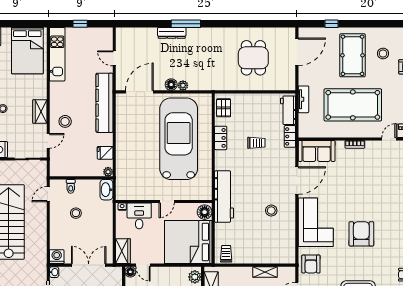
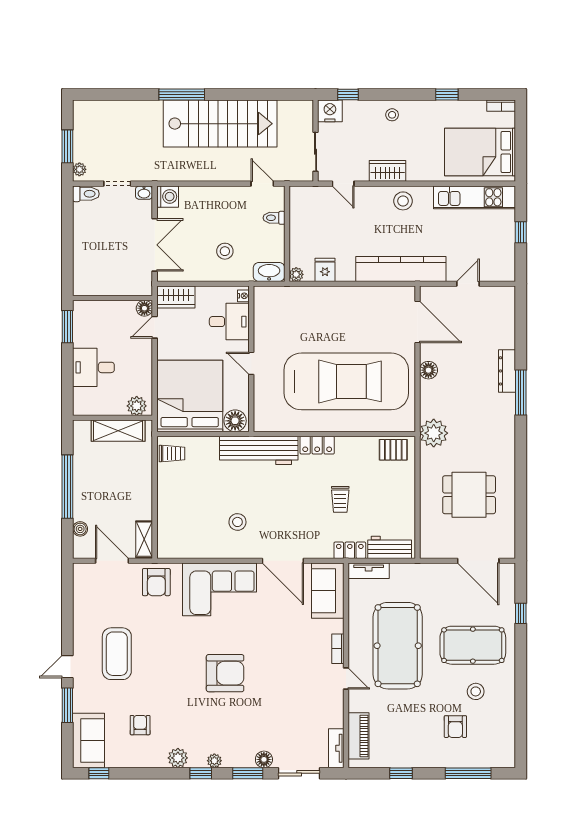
plant: (183, 85) -> (434, 433), moved, width x1.87, depth x1.87
tv unit: (303, 99) -> (369, 571), moved
stool: (65, 121) -> (403, 201), moved
locker: (221, 138) -> (317, 445), moved
door: (389, 139) -> (346, 679), moved
stool: (76, 213) -> (225, 251), moved
armchair: (361, 234) -> (225, 673), moved
armchair: (311, 264) -> (156, 582), turned -90
shelving: (265, 272) -> (144, 539), moved

